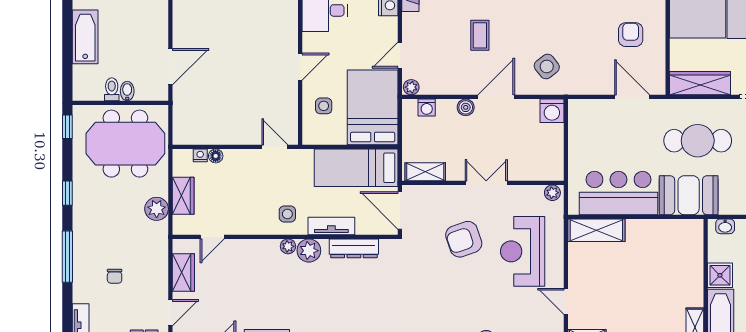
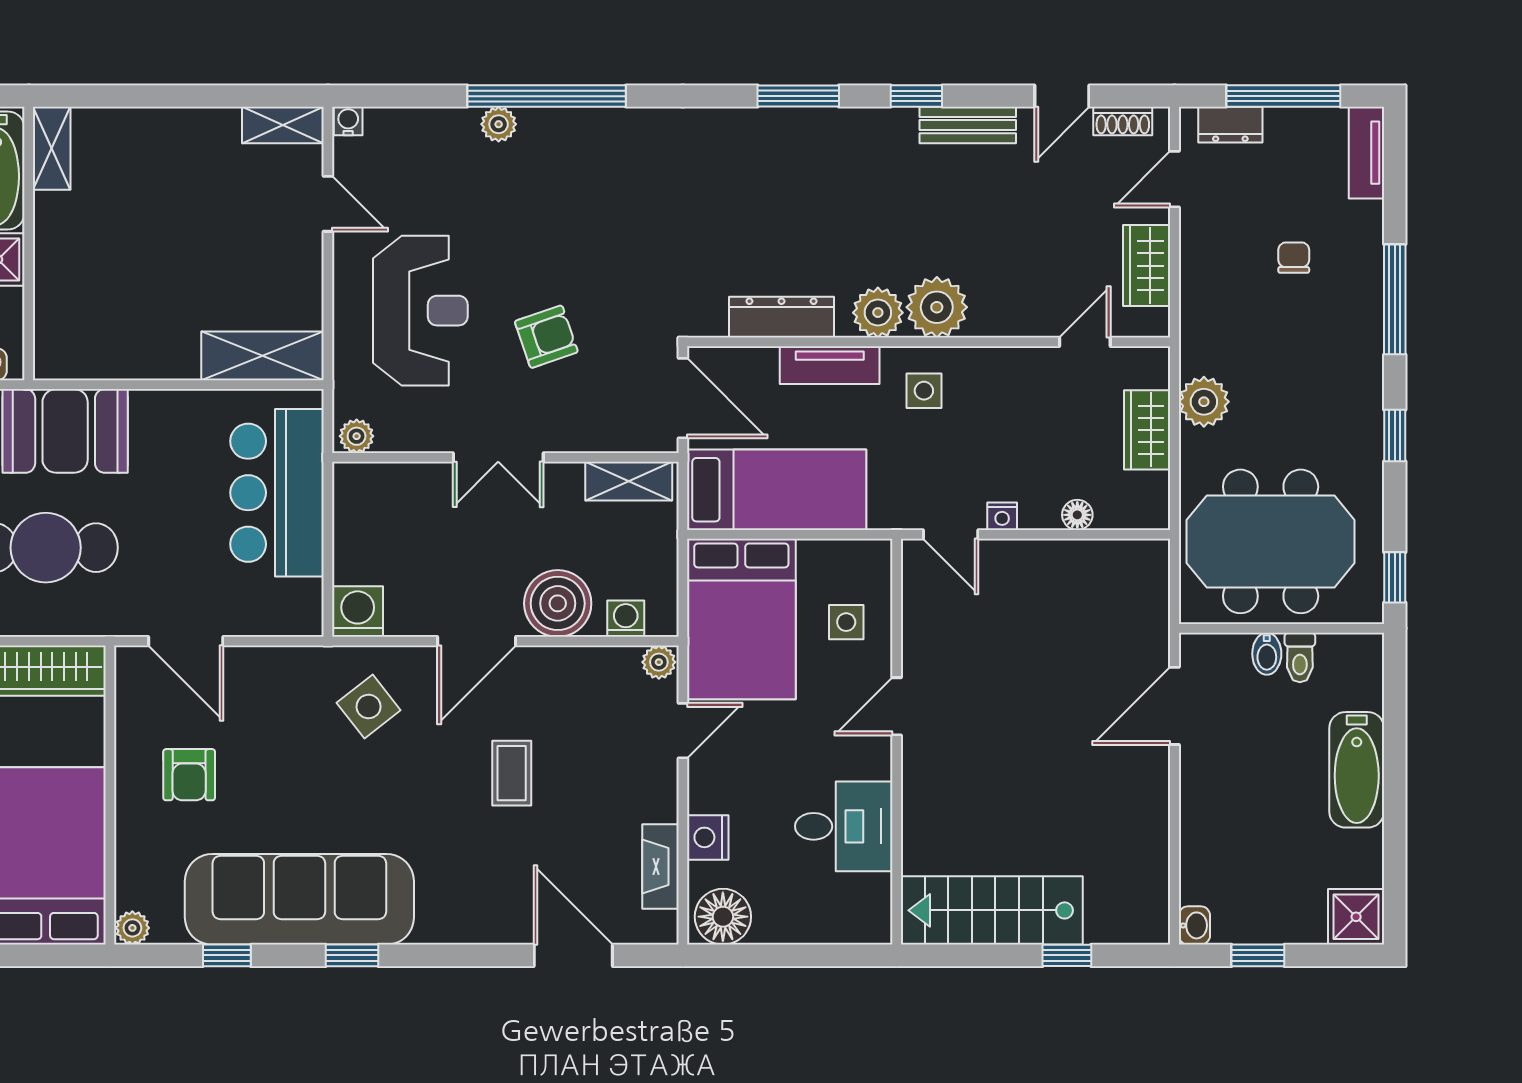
boiler: (466, 107) -> (558, 603), width x1.86, depth x1.86
nightstand: (200, 155) -> (1002, 516), moved
bar counter: (619, 193) -> (277, 493), moved, turned 90
armchair: (464, 239) -> (546, 337), width x0.72, depth x0.72
plant: (288, 246) -> (937, 307), width x1.88, depth x1.88

